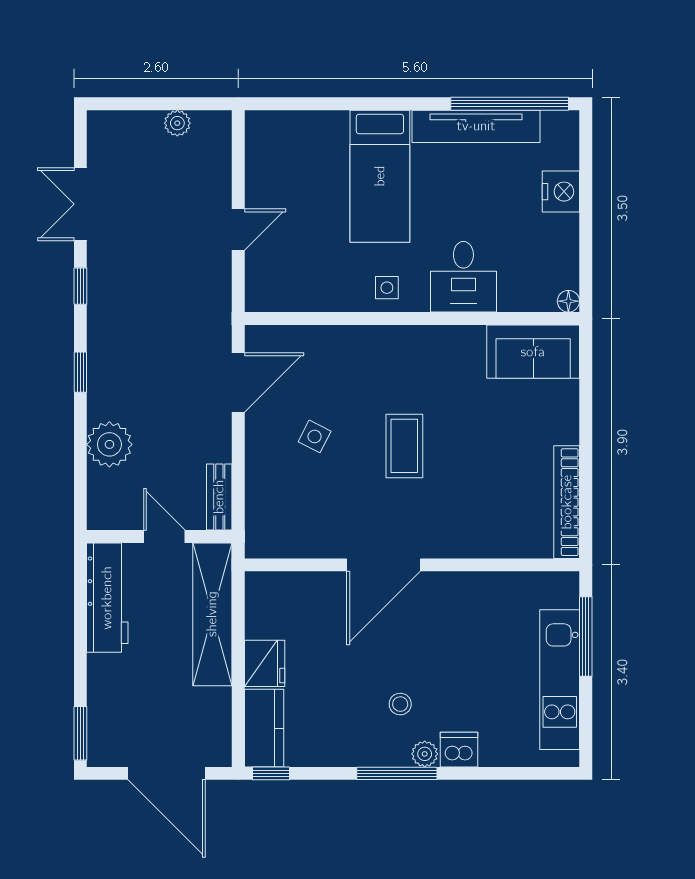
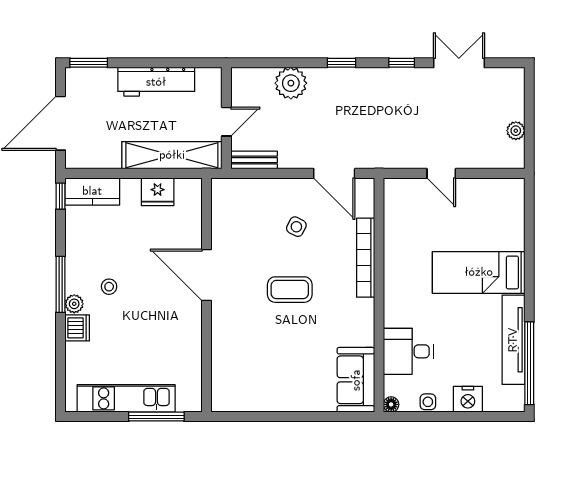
desk: (463, 277) -> (408, 351), moved
side table: (387, 288) -> (428, 402), moved
bookcase: (567, 502) -> (366, 258), moved, turned -90
workbench: (107, 598) -> (156, 82), moved
fridge: (265, 663) -> (158, 192), moved

